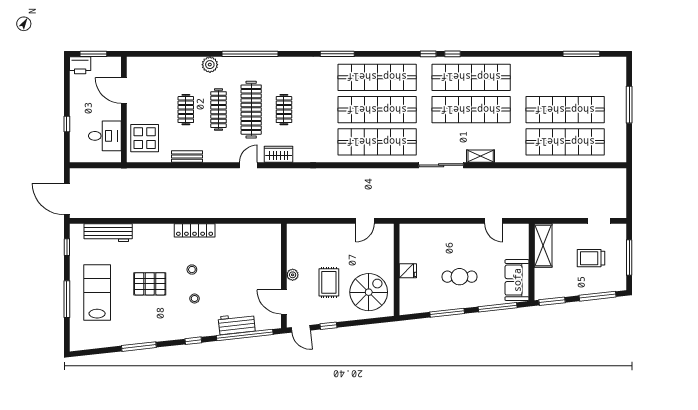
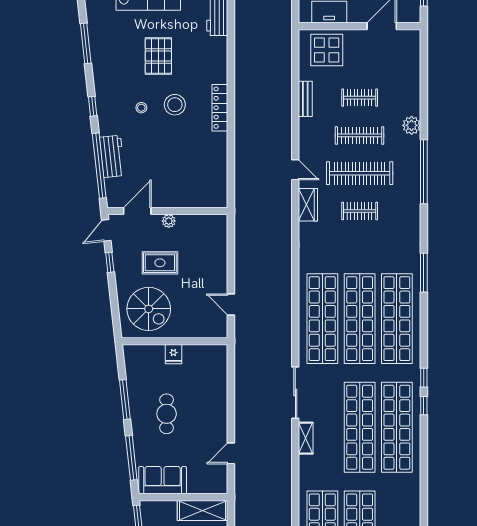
stool: (192, 270) -> (175, 105), width x1.89, depth x1.89

